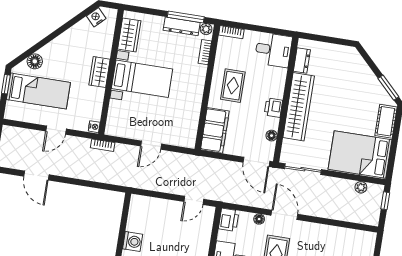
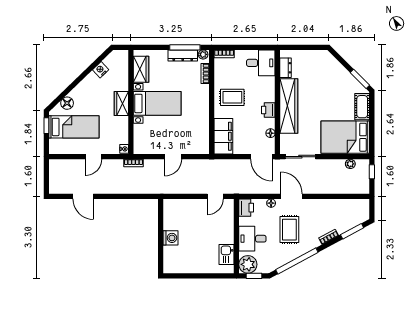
nightstand: (96, 17) -> (101, 70), moved
rug: (233, 86) -> (232, 97), turned 90

